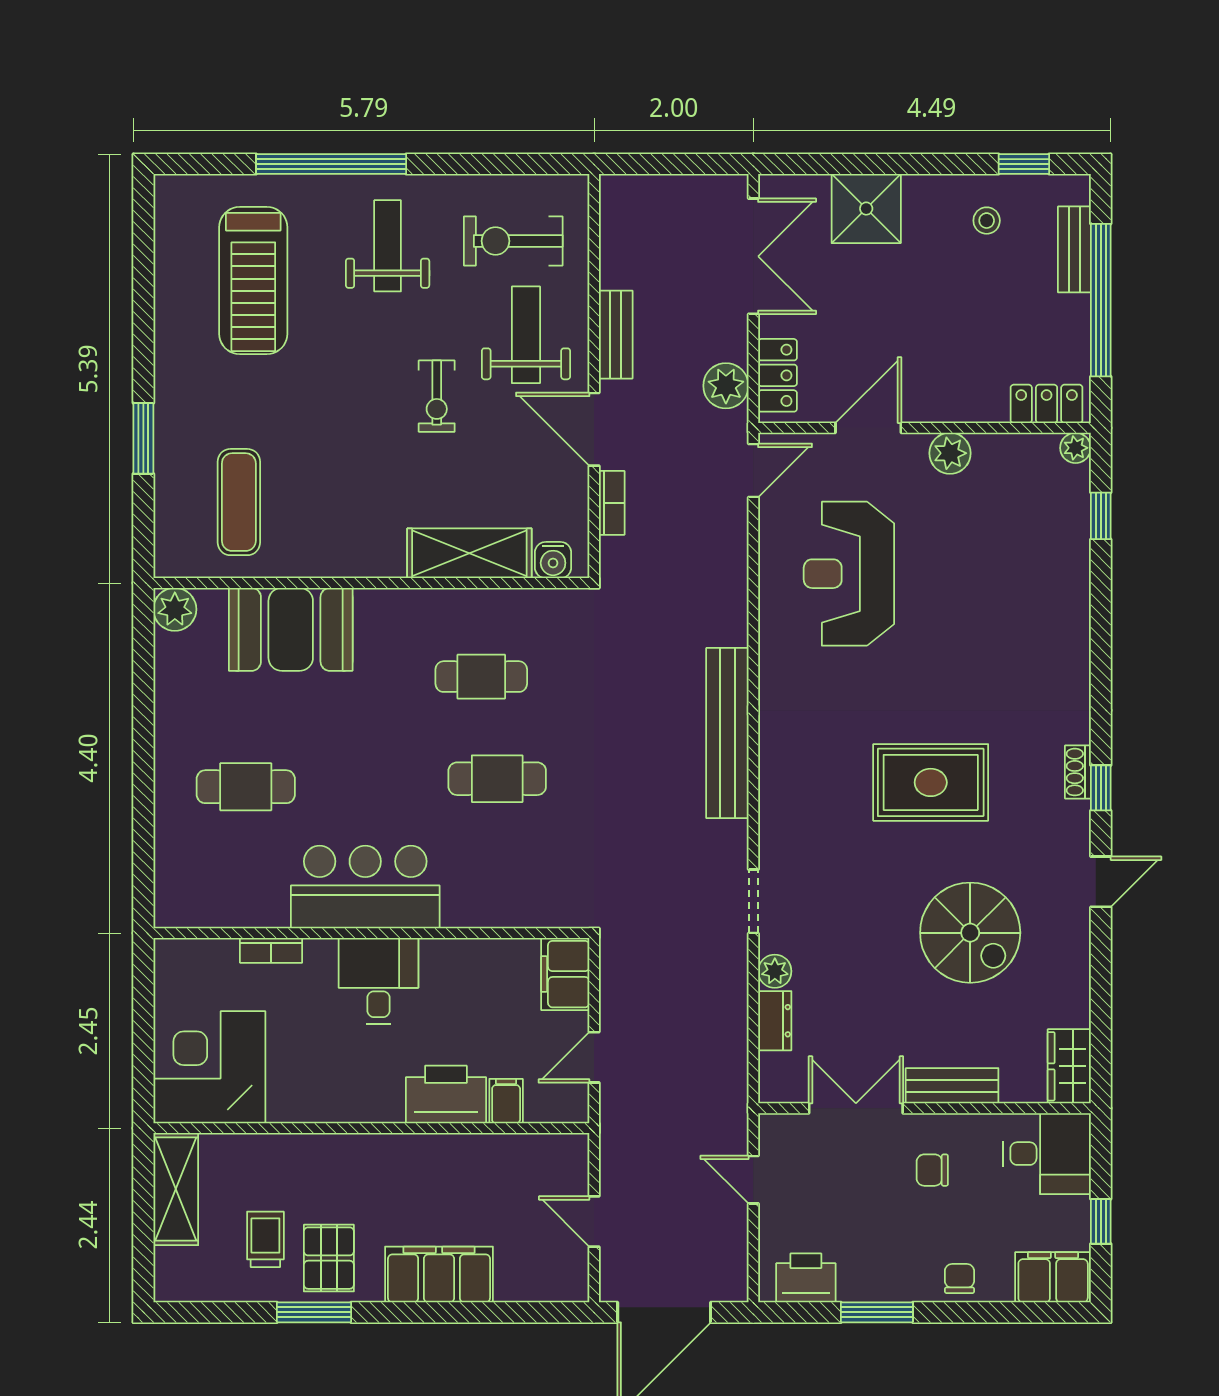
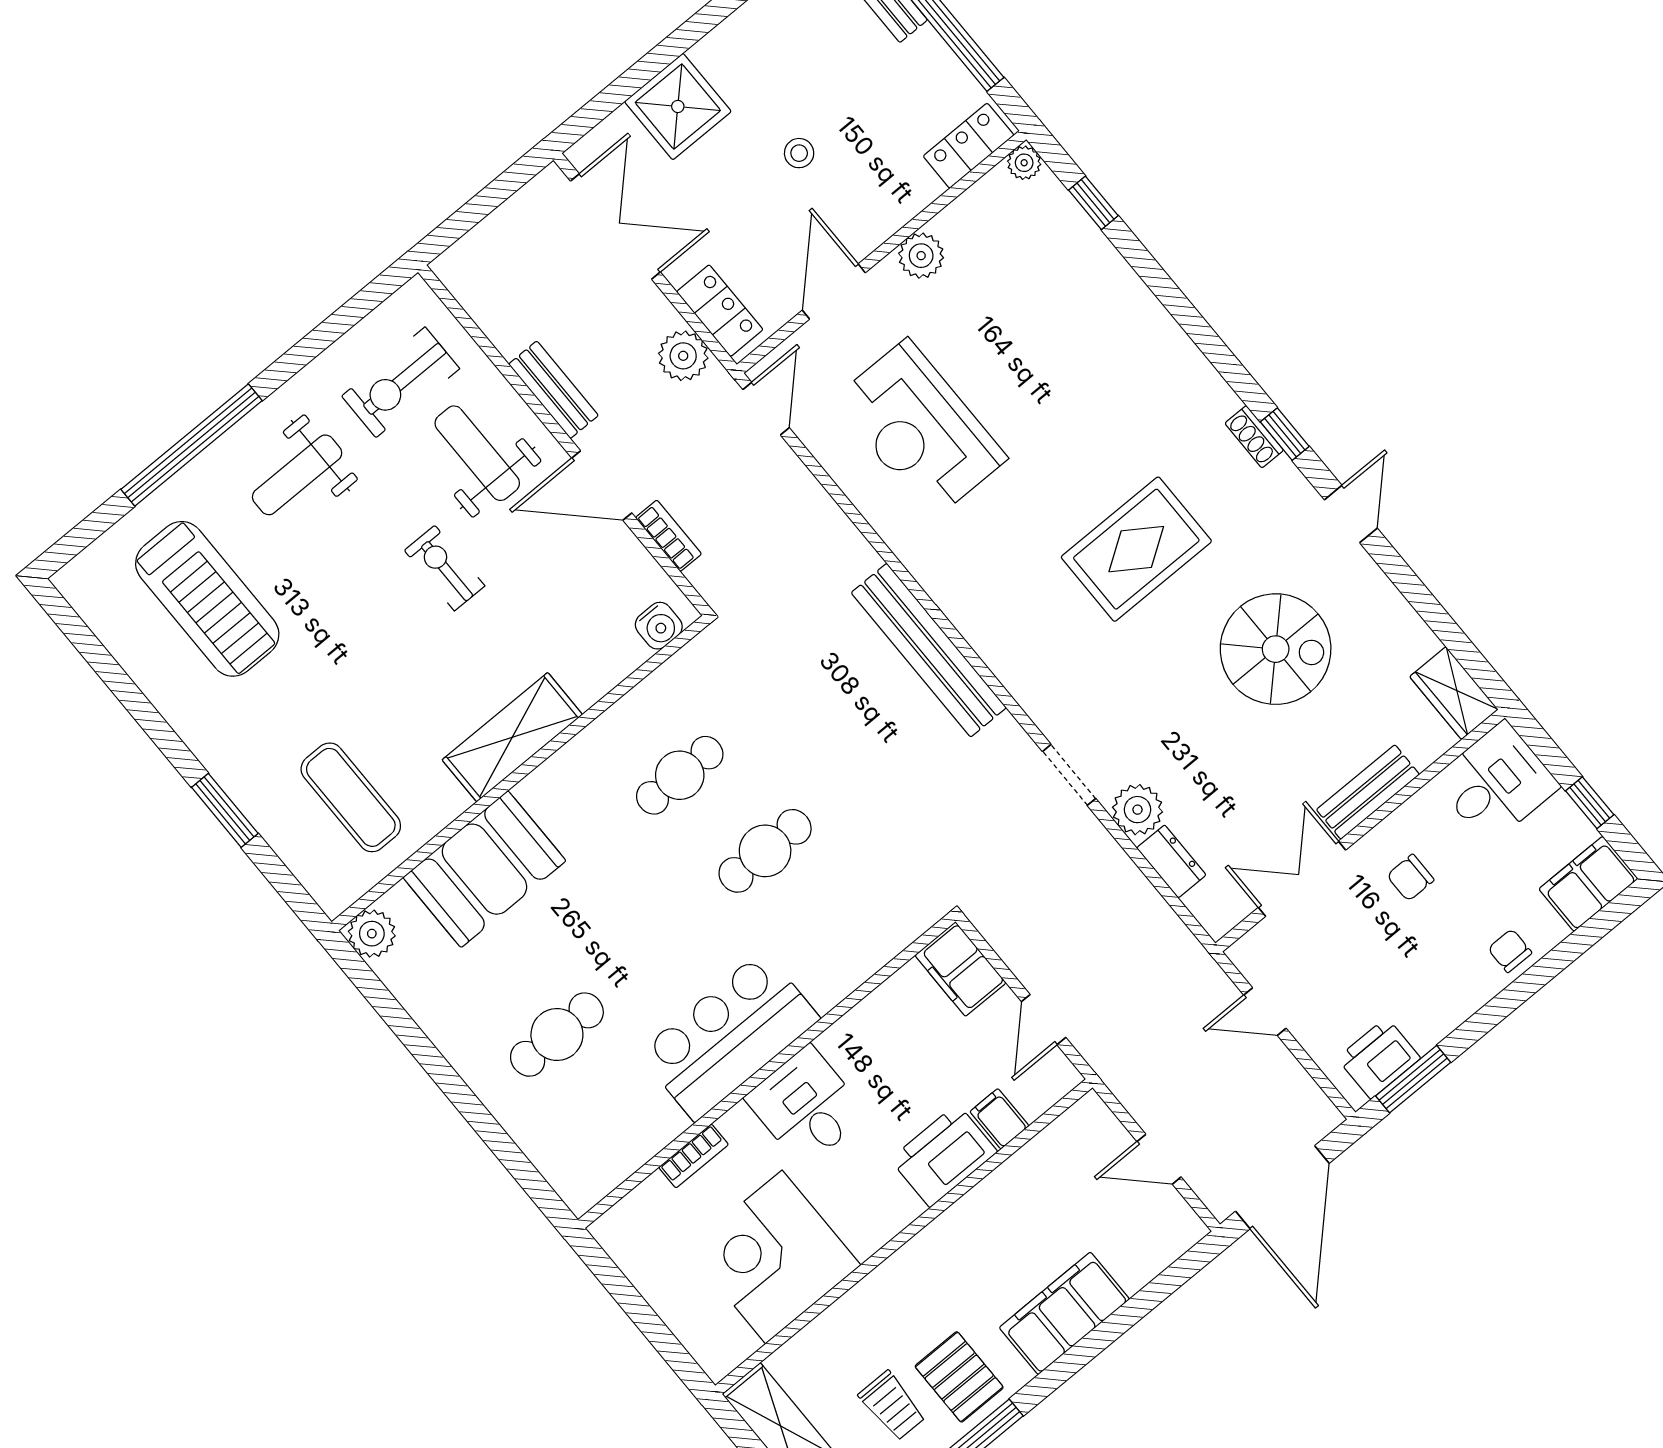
stool: (987, 221) -> (799, 153), moved
weight bench: (388, 246) -> (297, 475), turned -90
exercise bike: (437, 396) -> (445, 568), turned 180
shelving: (469, 553) -> (512, 737), moved
plant: (775, 971) -> (1138, 810), width x1.38, depth x1.38
corner desk: (209, 1067) -> (774, 1257), moved
trolley: (265, 1239) -> (892, 1406), turned 180
window: (877, 1312) -> (1413, 1079), moved

